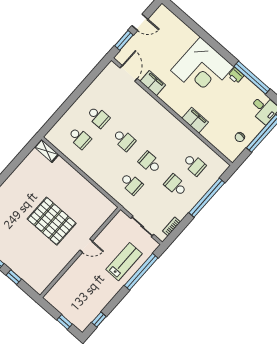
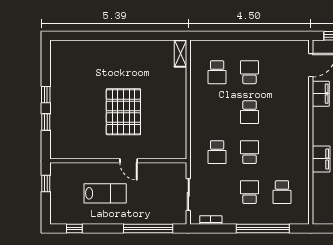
school desk: (98, 117) -> (249, 72), turned 180
lab bench: (124, 262) -> (105, 193), moved
window: (64, 322) -> (46, 184), moved

